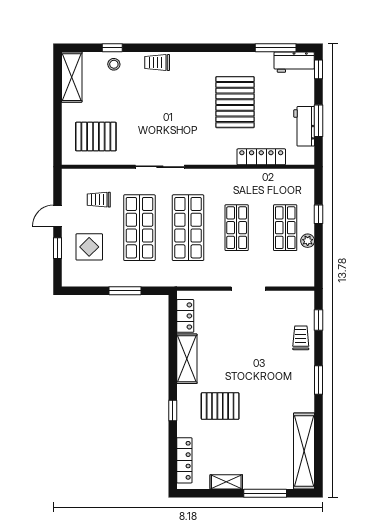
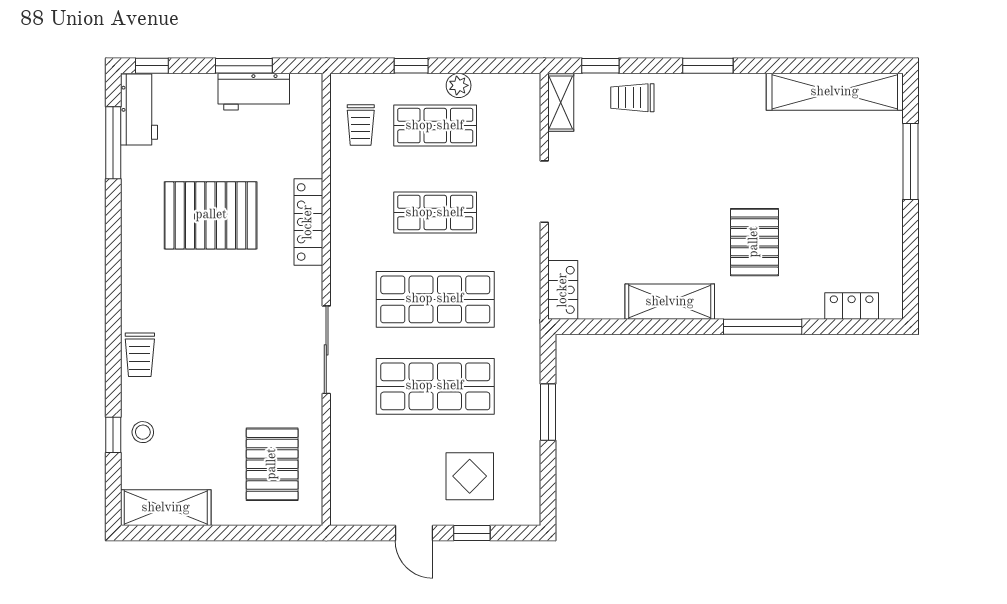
locker: (261, 157) -> (308, 222), moved
trolley: (99, 200) -> (361, 125), moved
locker: (185, 316) -> (563, 290), moved, turned 90
window: (173, 411) -> (763, 327), width x2.17
locker: (184, 460) -> (852, 306), width x0.66
shelving: (226, 482) -> (561, 103), moved

